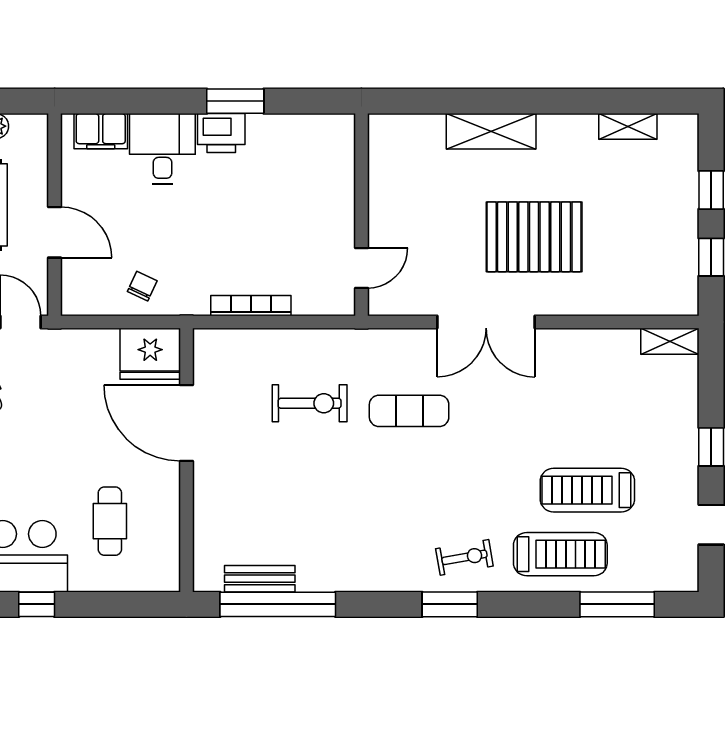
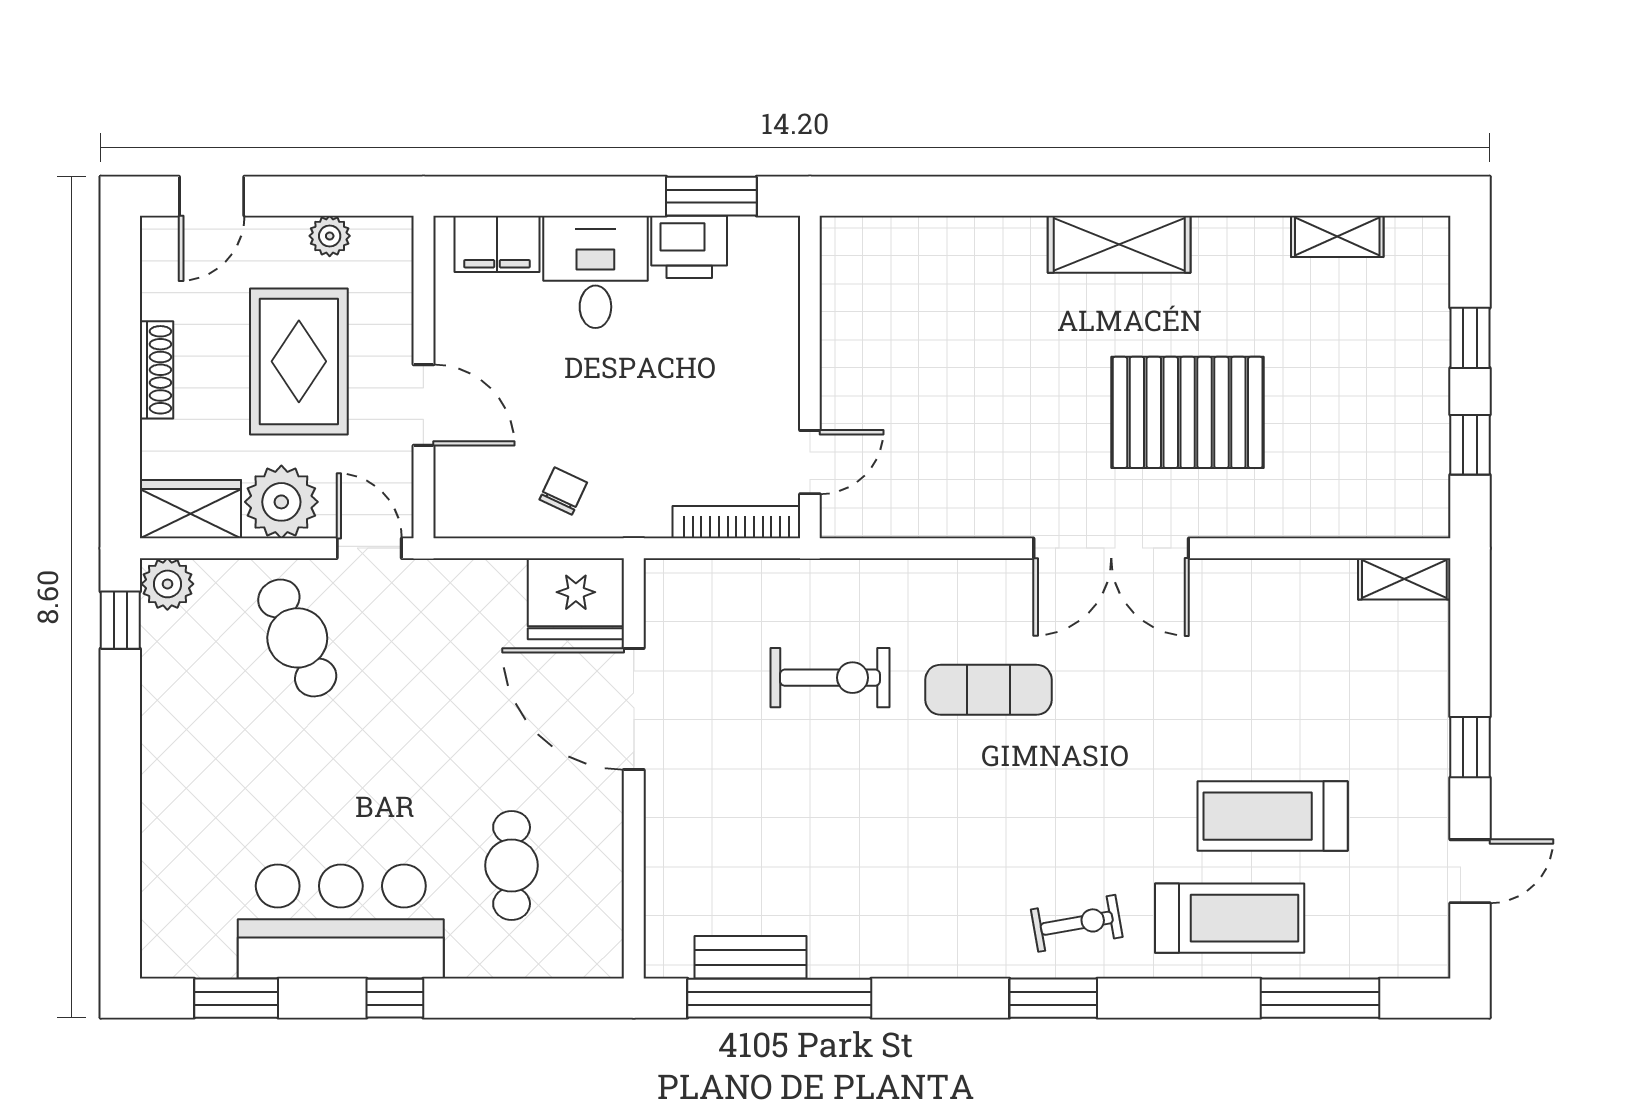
wall: (361, 215) -> (810, 377), moved
door: (361, 268) -> (810, 462), moved

